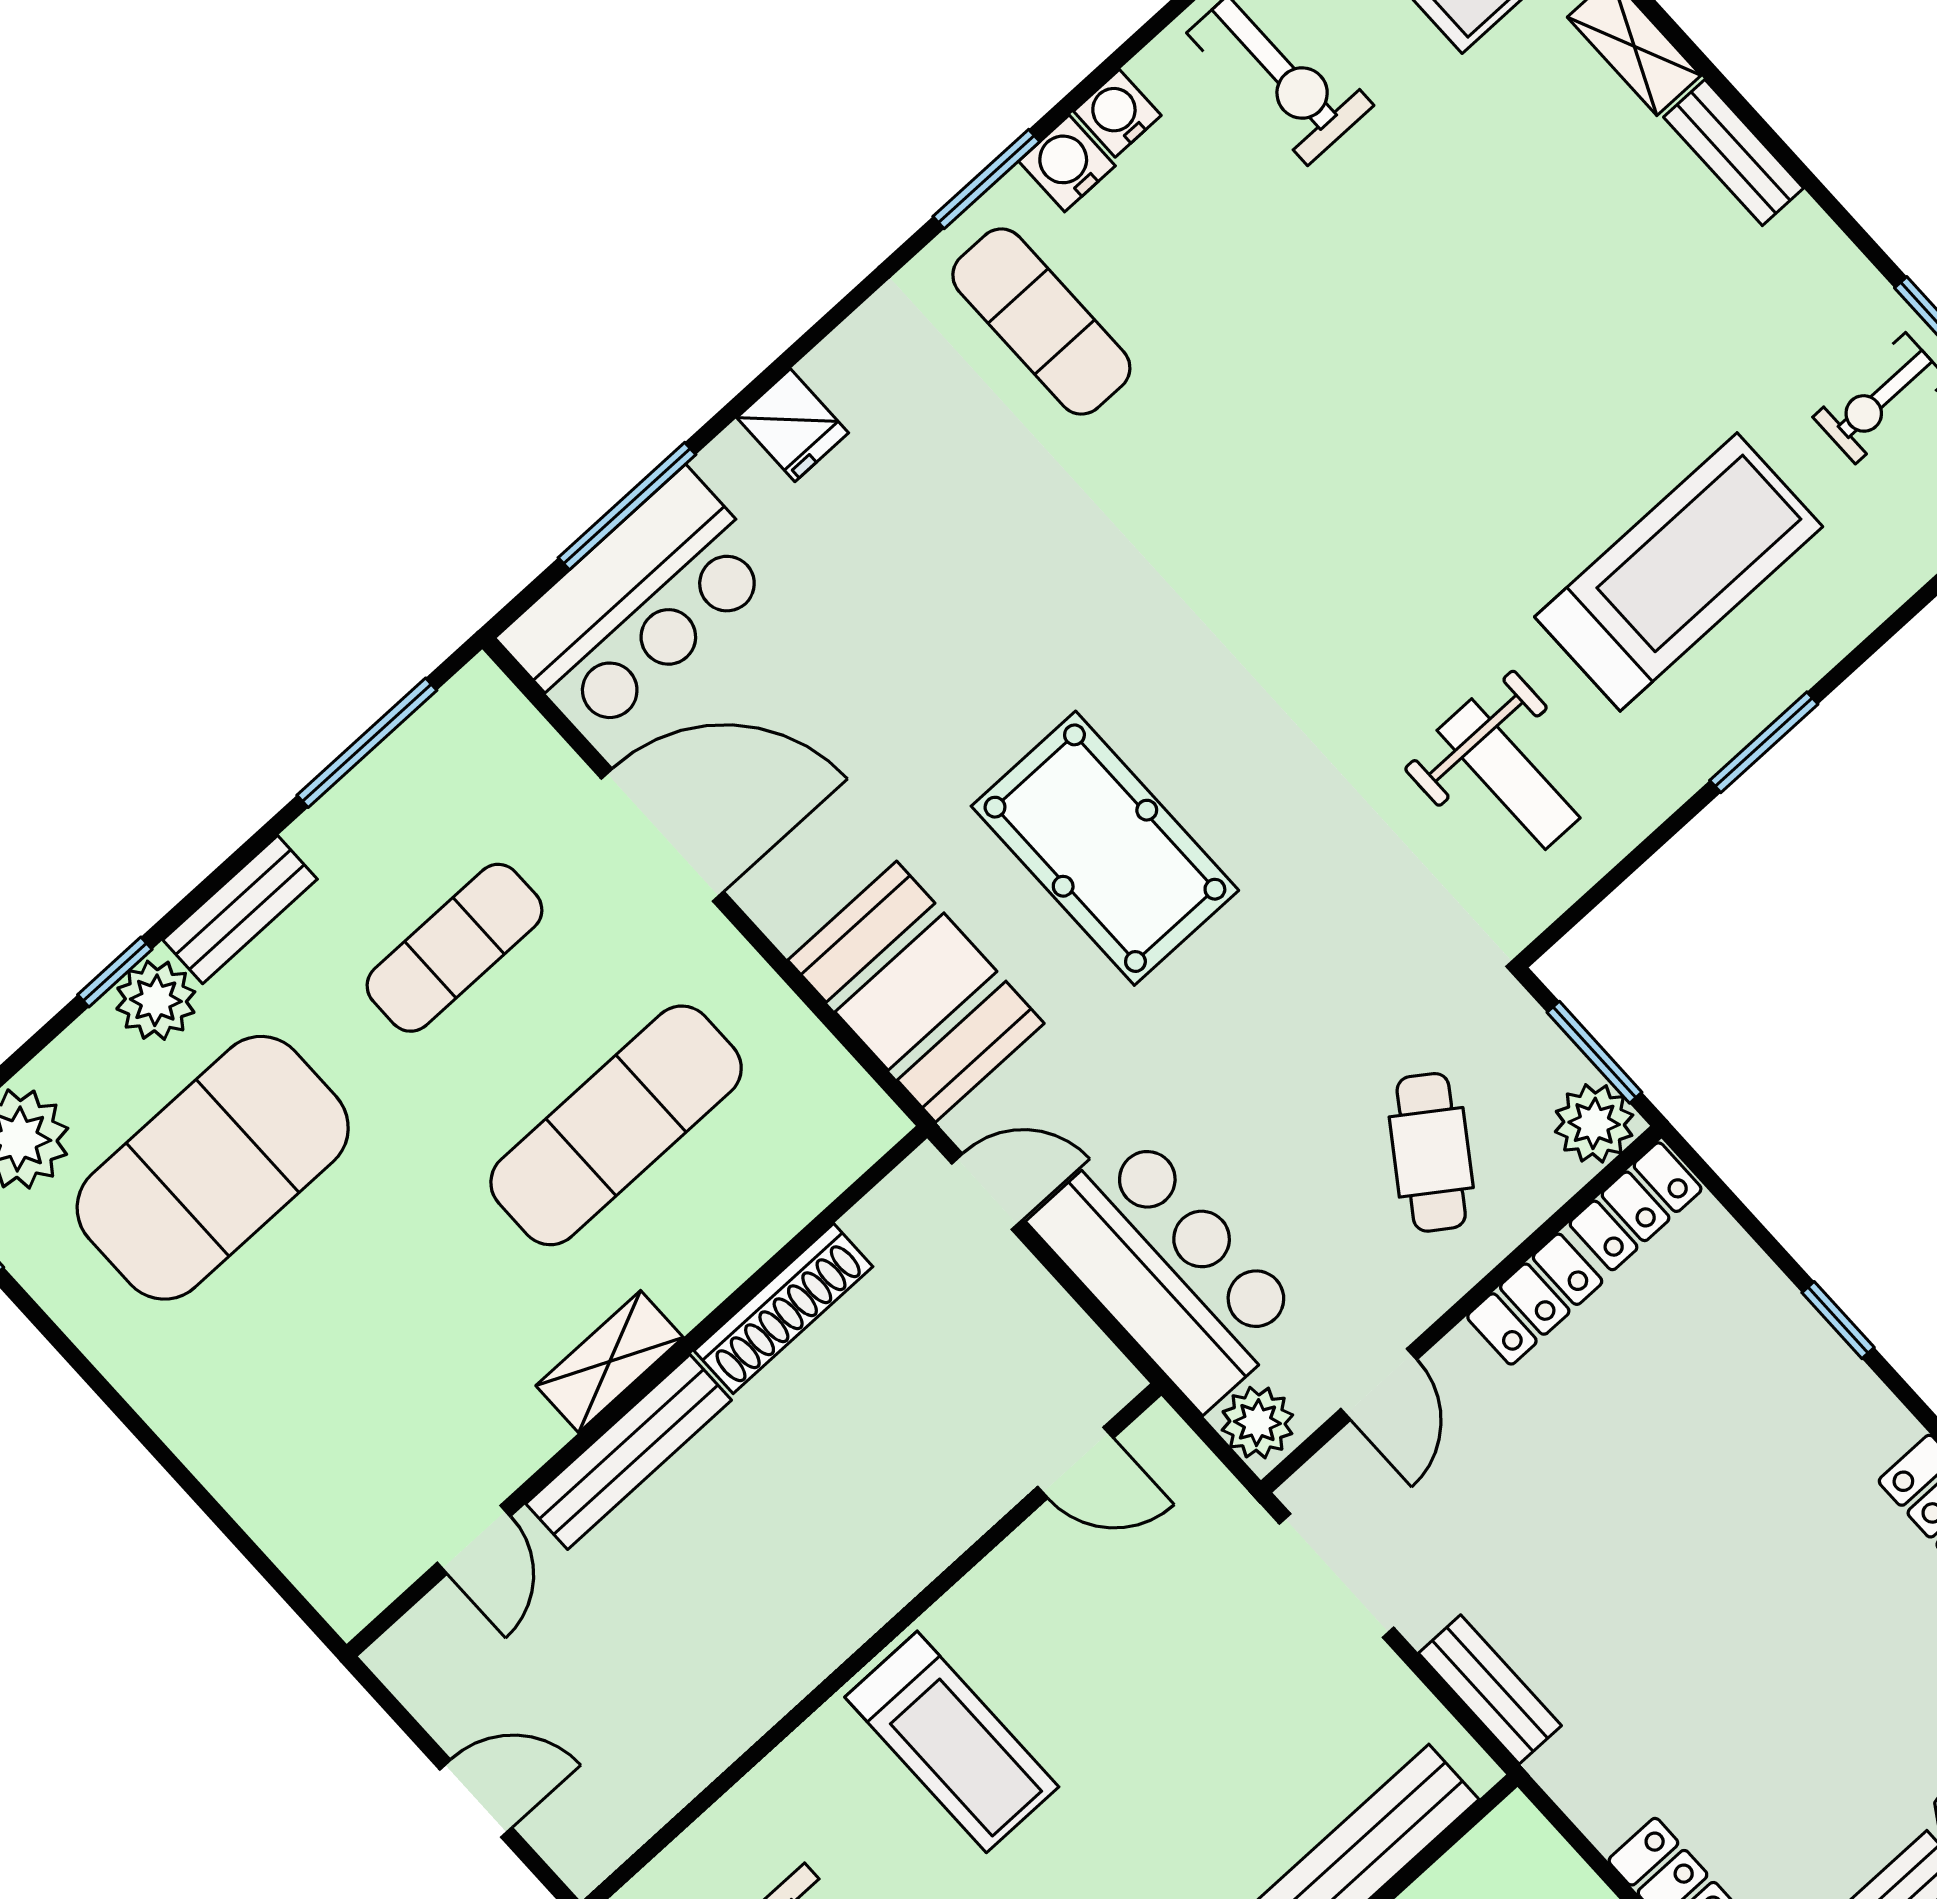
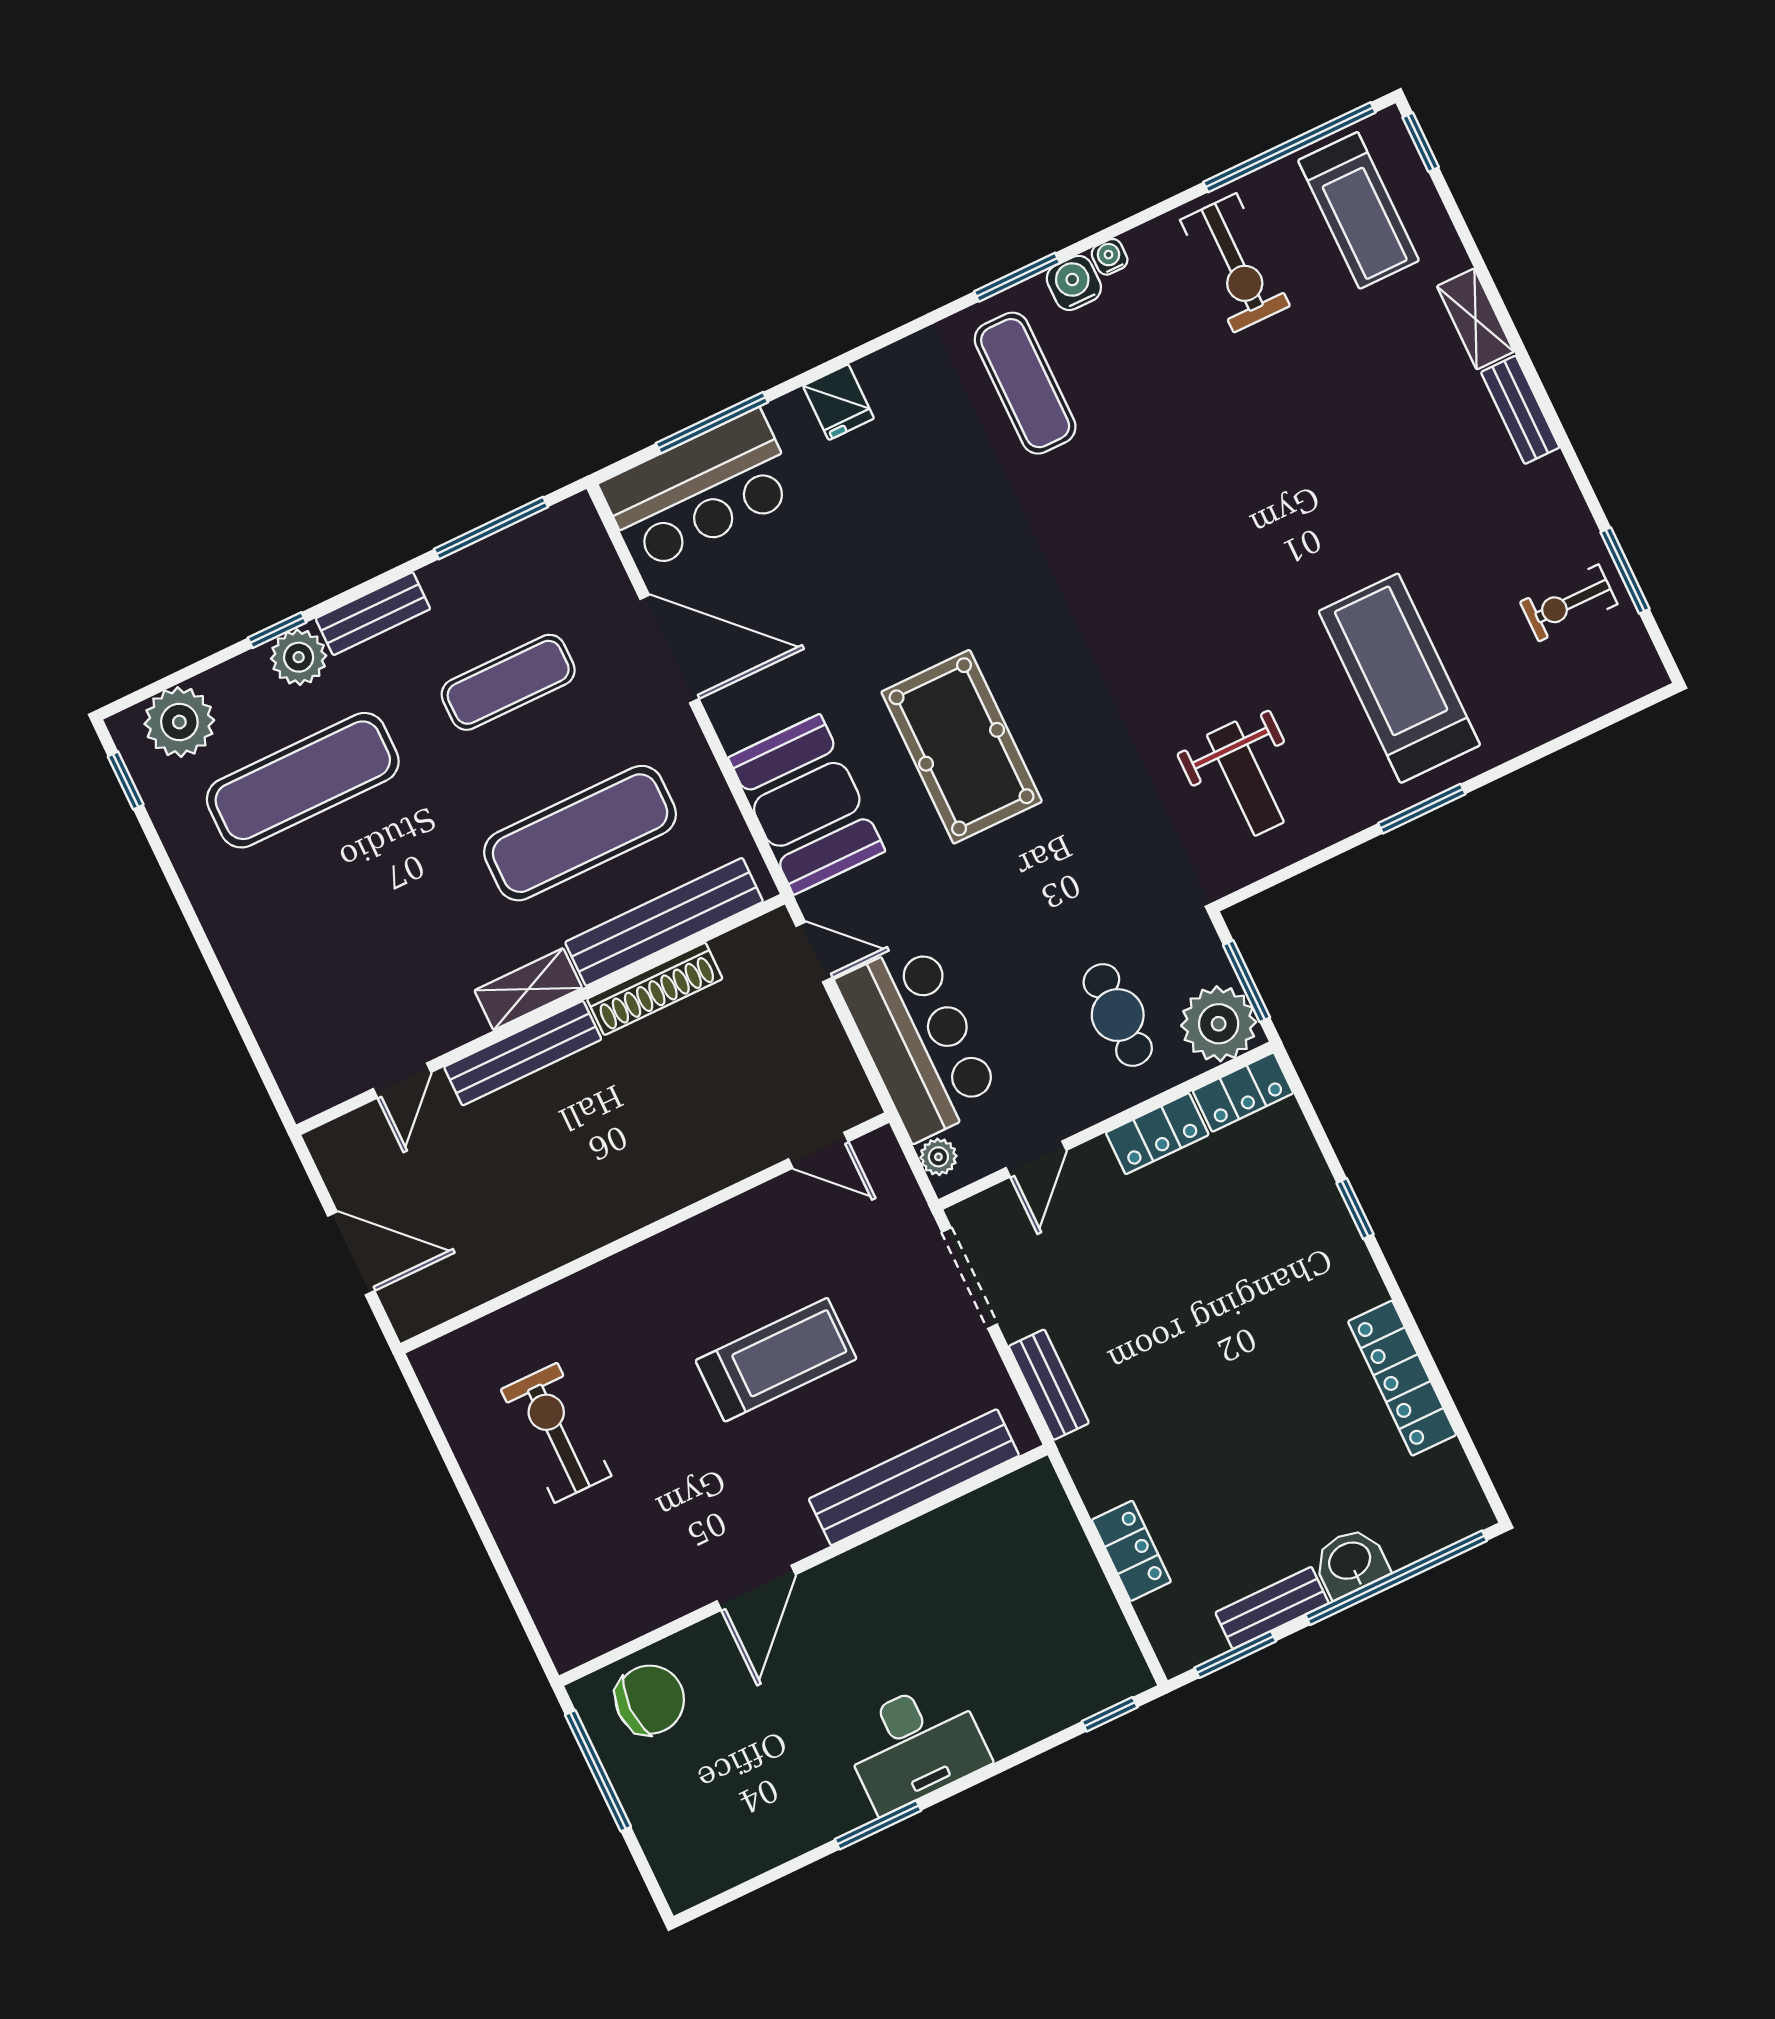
water cooler: (1117, 113) -> (1110, 257), width x0.72, depth x0.72
treadmill: (1679, 572) -> (1399, 678), turned -90
plant: (1594, 1123) -> (1219, 1024), width x1.36, depth x1.36
cafe table: (1431, 1152) -> (1118, 1015), turned -35
exercise mat: (213, 1168) -> (303, 780), width x0.68
bench: (768, 1213) -> (664, 922), added
plant: (1257, 1423) -> (938, 1157), width x0.73, depth x0.73
treadmill: (952, 1742) -> (776, 1360), moved, turned -90
door: (476, 1799) -> (351, 1253), width x1.38

